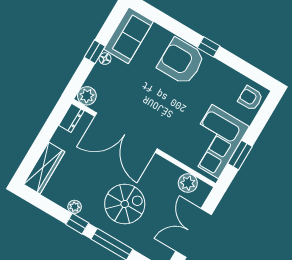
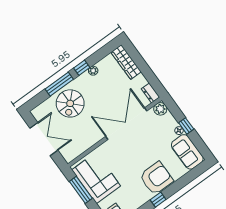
window: (240, 155) -> (81, 190), width x1.44
plant: (188, 183) -> (77, 149), removed
spiral stairs: (125, 204) -> (70, 103), moved

